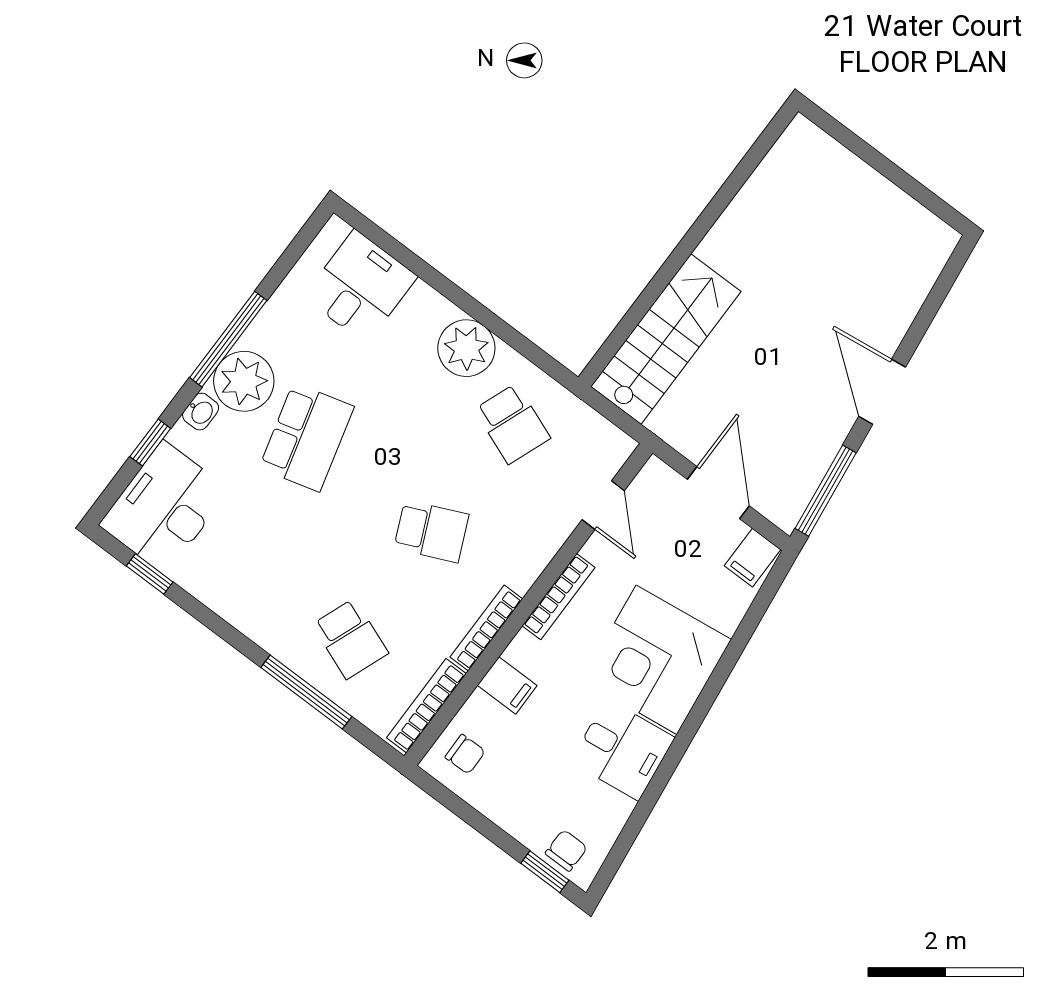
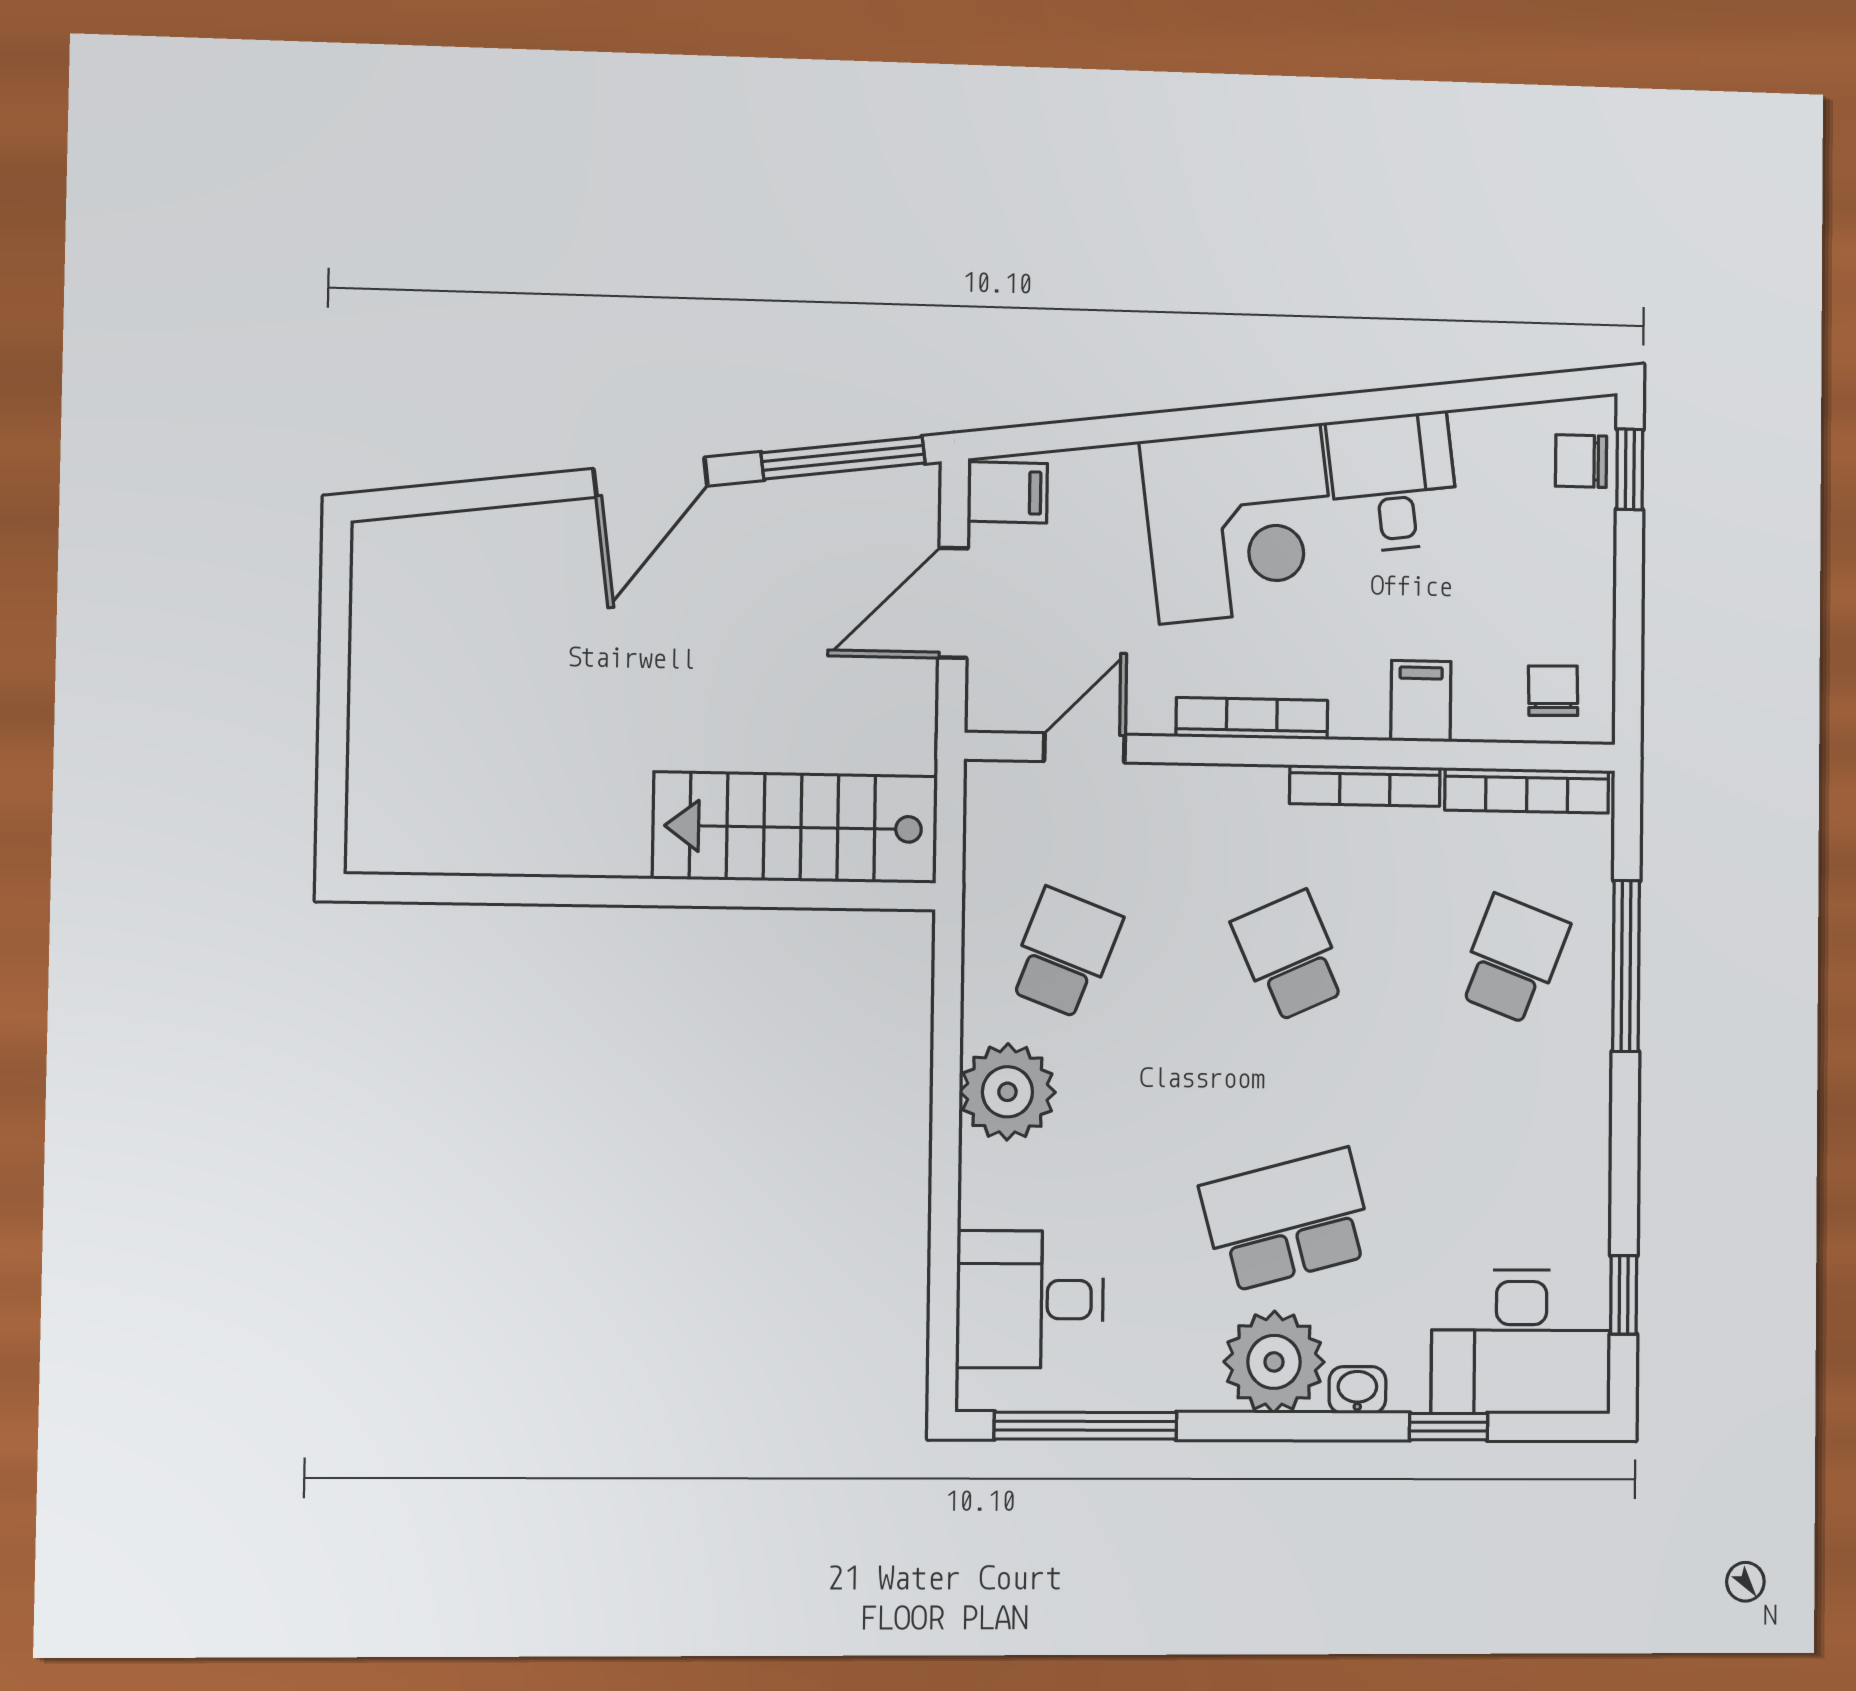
window: (228, 339) -> (1085, 1426), moved

